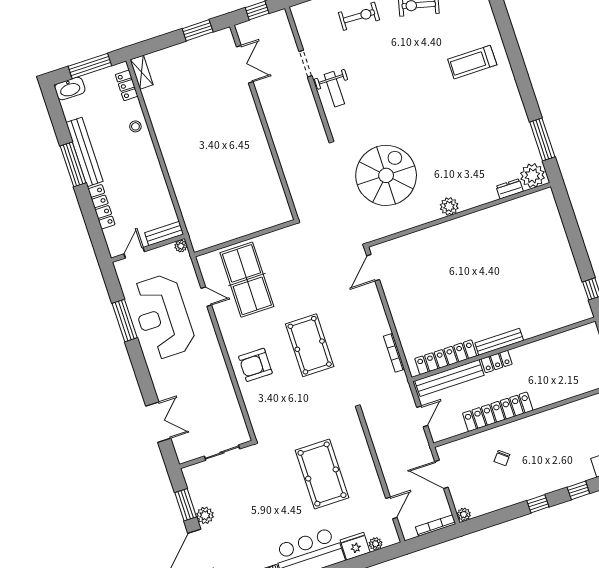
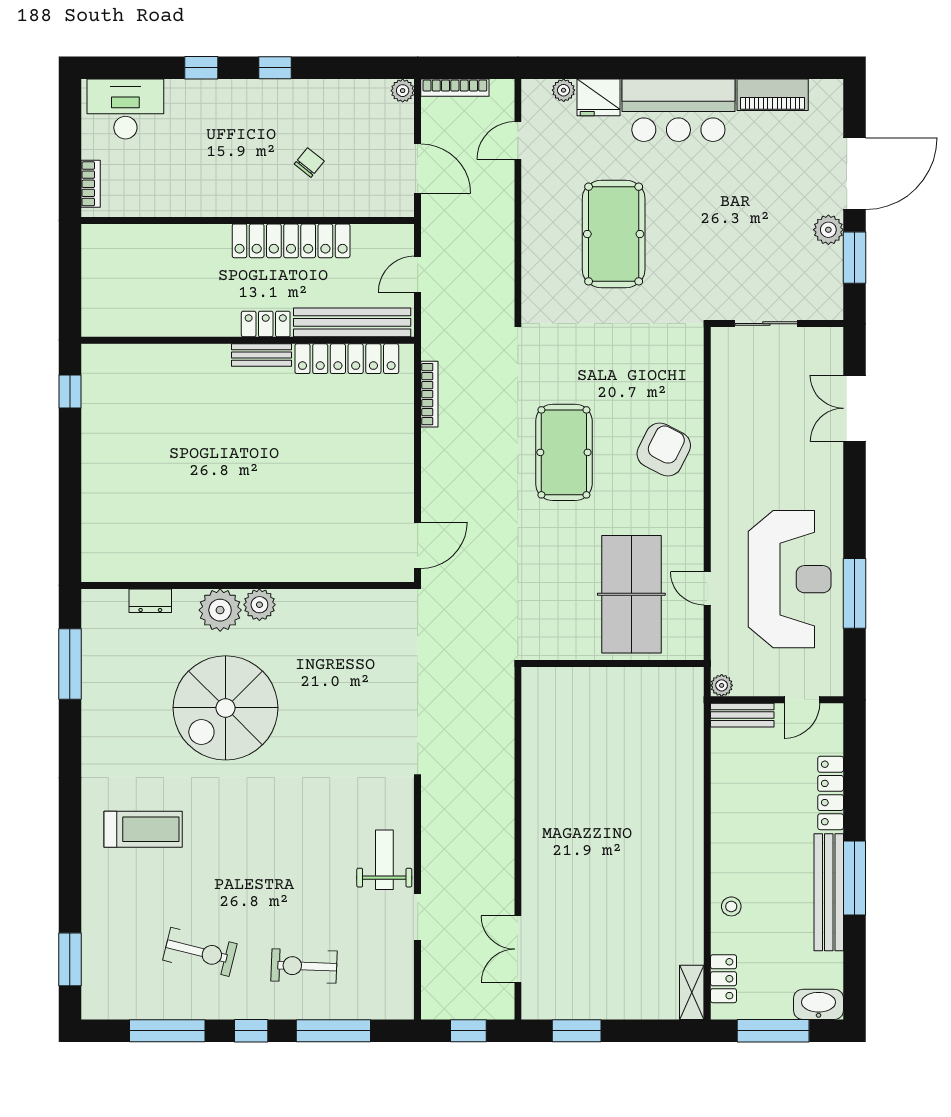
spiral stairs: (386, 175) -> (226, 708), moved
plant: (532, 176) -> (220, 610), moved
bench: (499, 342) -> (262, 355), width x0.73
armchair: (255, 365) -> (664, 450), turned -63

